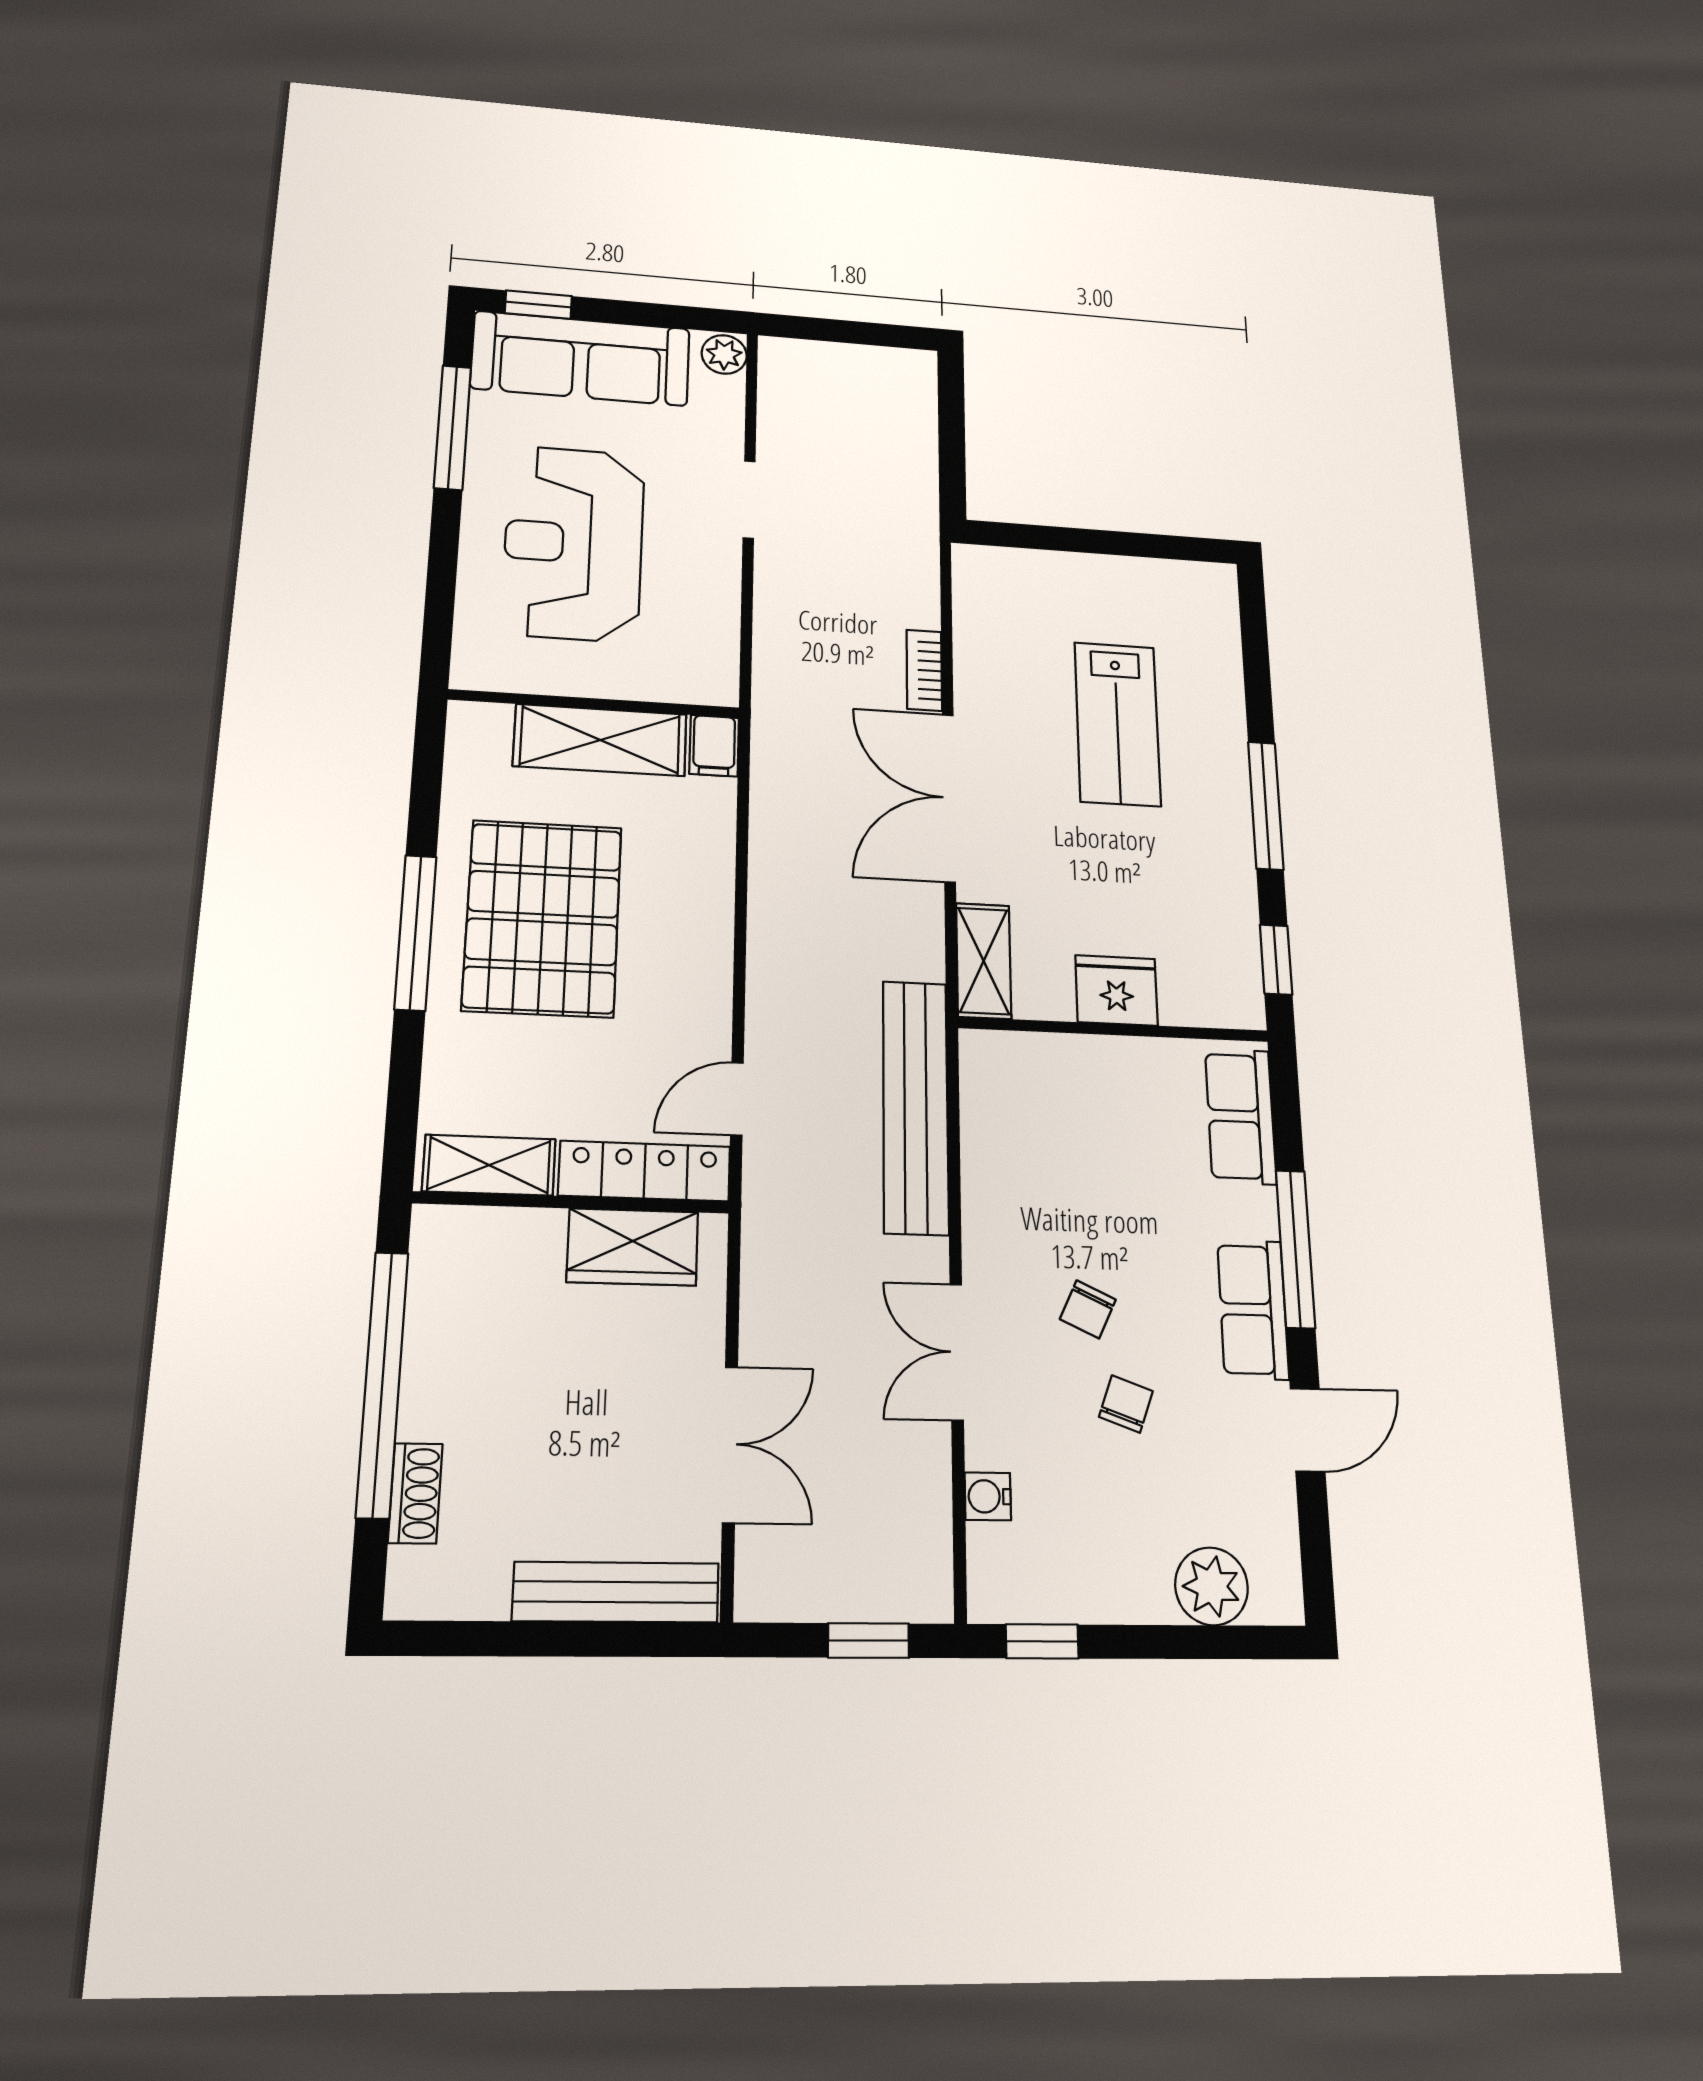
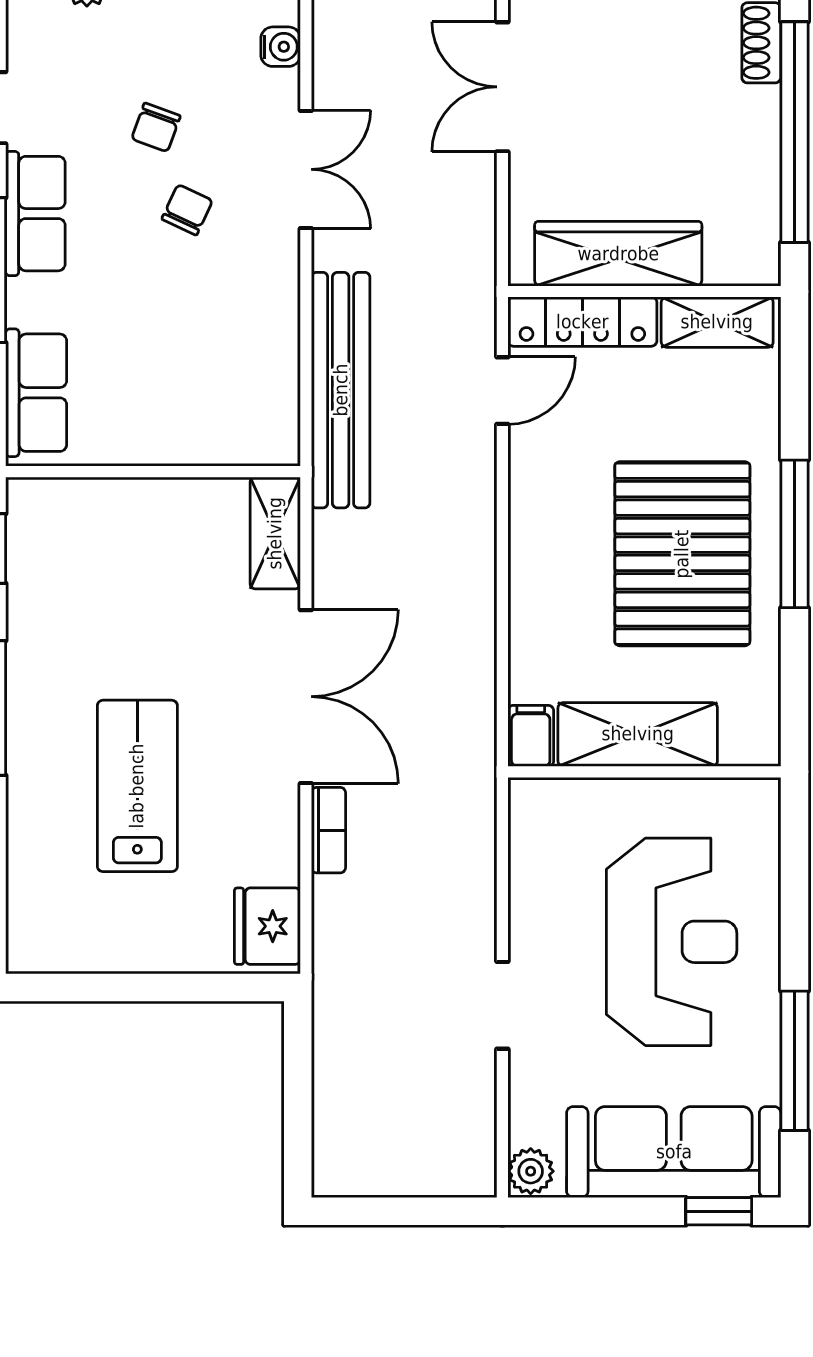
fridge: (1116, 990) -> (267, 926), moved, turned 90
wardrobe: (633, 1247) -> (618, 254), width x1.50

